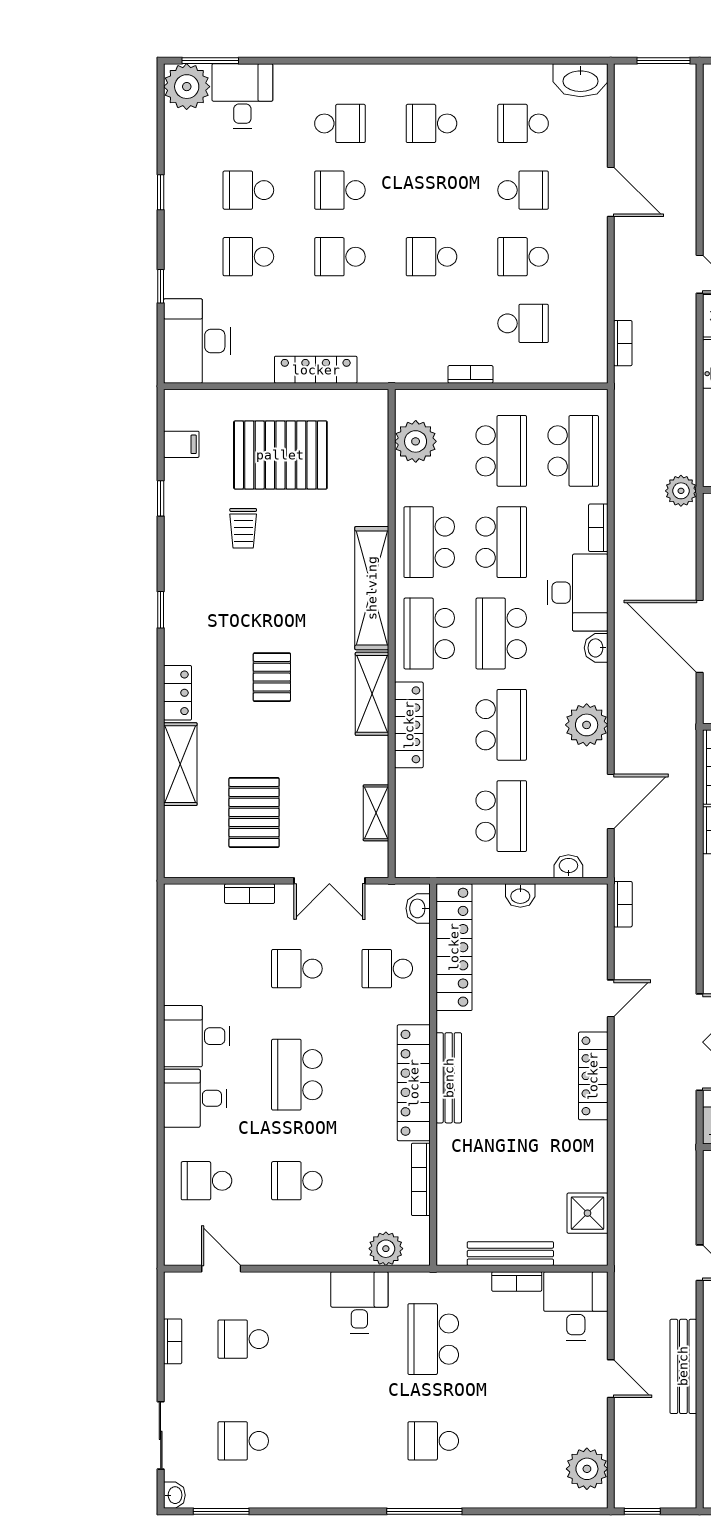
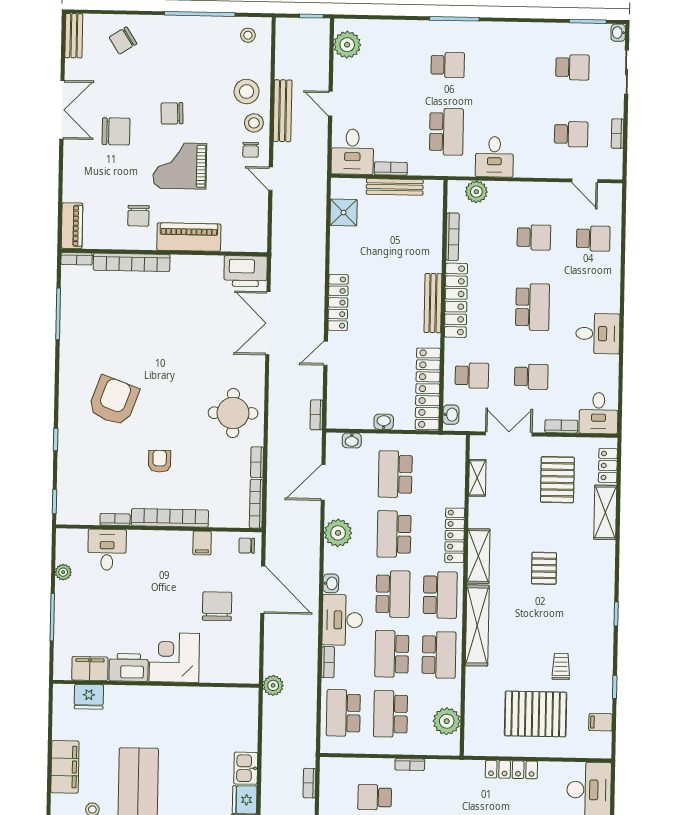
locker: (178, 693) -> (608, 466), moved
desk: (195, 1098) -> (599, 413), moved, turned 90

